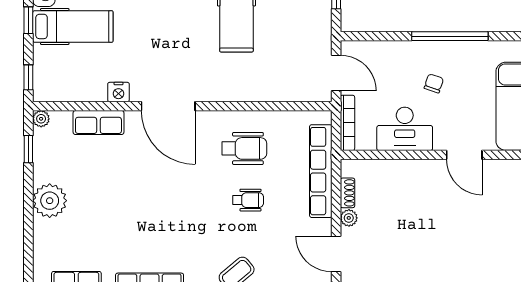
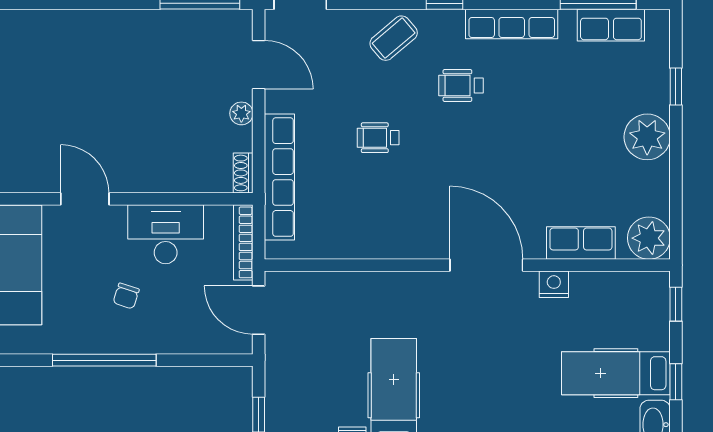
plant: (41, 119) -> (649, 238), width x1.87, depth x1.87
wheelchair: (244, 148) -> (461, 86), moved, width x0.73, depth x0.73
window: (28, 149) -> (676, 87), moved
shoe rack: (348, 193) -> (243, 173), moved

